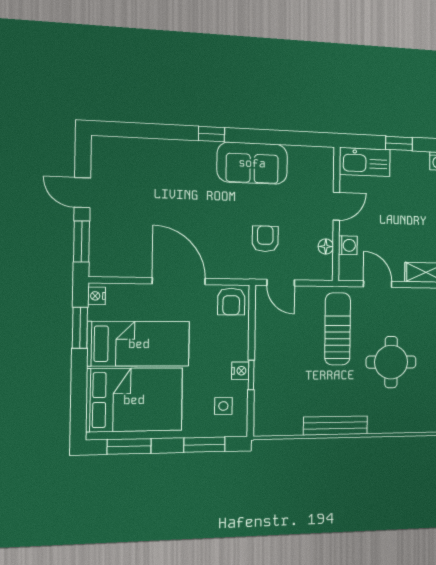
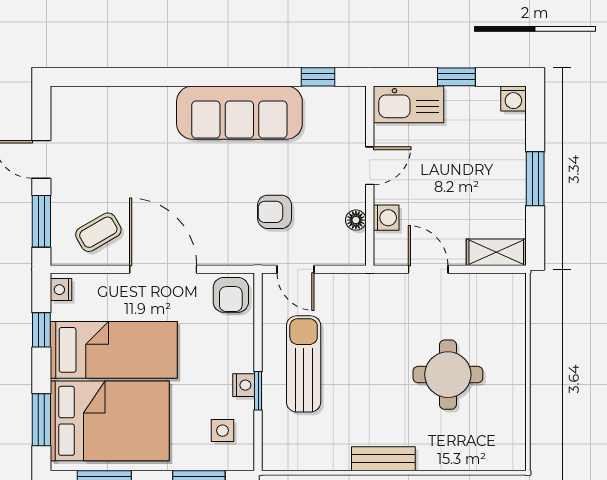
window: (211, 134) -> (318, 77), moved
sofa: (252, 163) -> (239, 113), width x1.36
armchair: (265, 239) -> (274, 212), turned -90
coffee table: (128, 251) -> (98, 232), added
window: (80, 328) -> (41, 330), width x0.67
sun lounger: (338, 329) -> (304, 364), moved
window: (79, 399) -> (41, 420), added
bench: (336, 426) -> (383, 459), width x0.73

